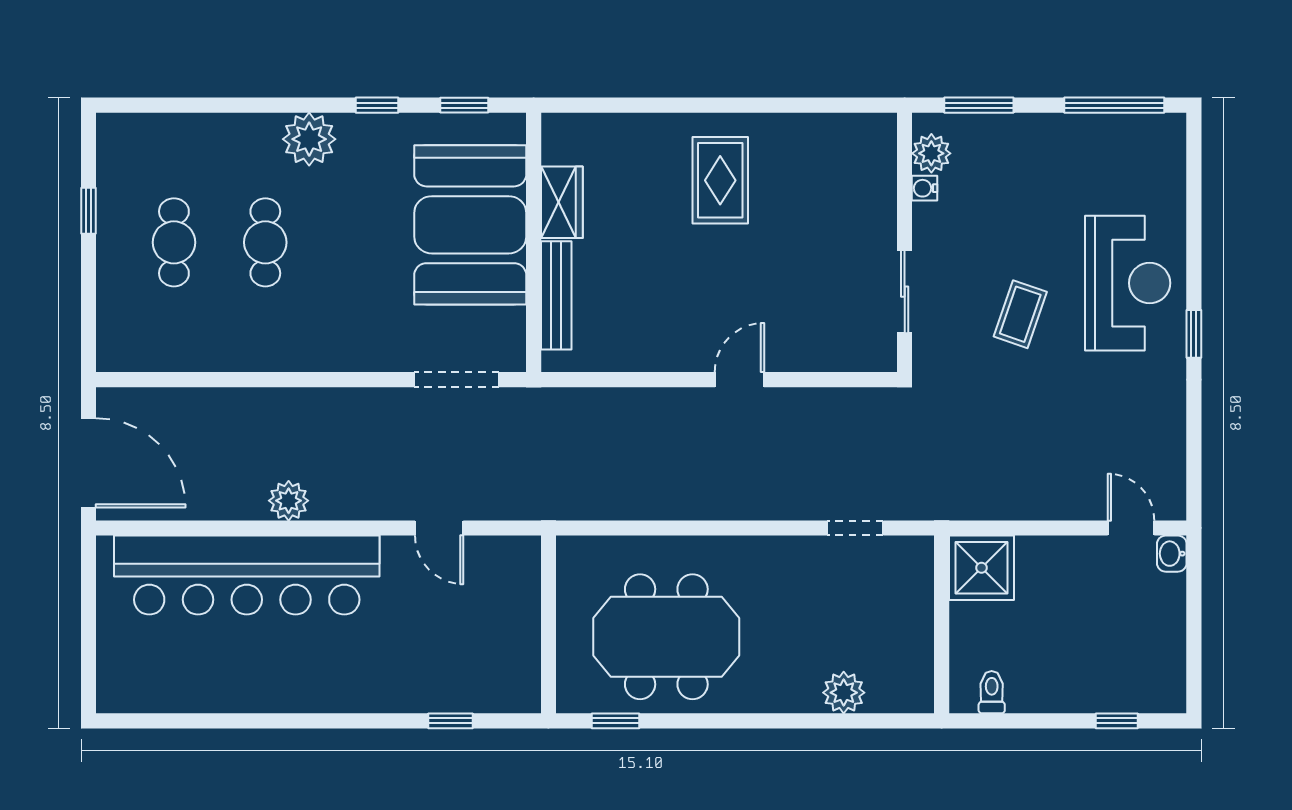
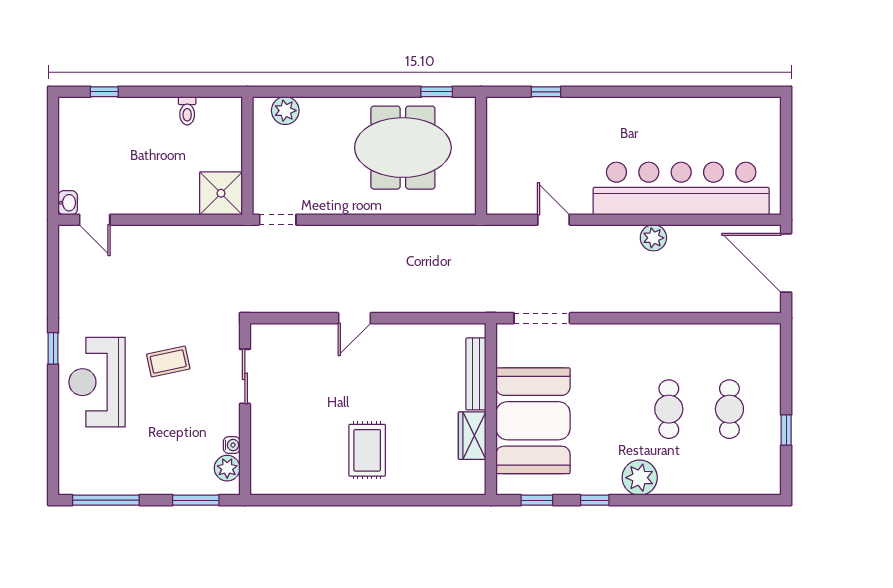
coffee table: (1020, 314) -> (168, 361), turned 59
shower: (981, 568) -> (221, 193), moved
wall: (942, 624) -> (247, 156), moved

